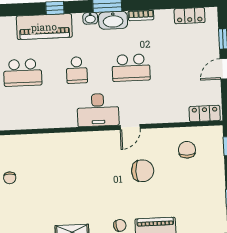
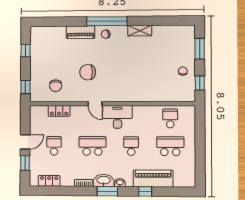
school desk: (185, 65) -> (54, 146), added
school desk: (24, 111) -> (170, 118), added
locker: (205, 114) -> (59, 111), moved
door: (130, 127) -> (95, 104), swing flipped

